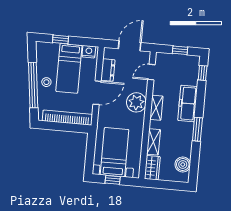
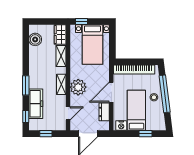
freezer: (188, 103) -> (36, 104), moved
window: (197, 129) -> (26, 85), moved
window: (113, 180) -> (82, 22), moved

